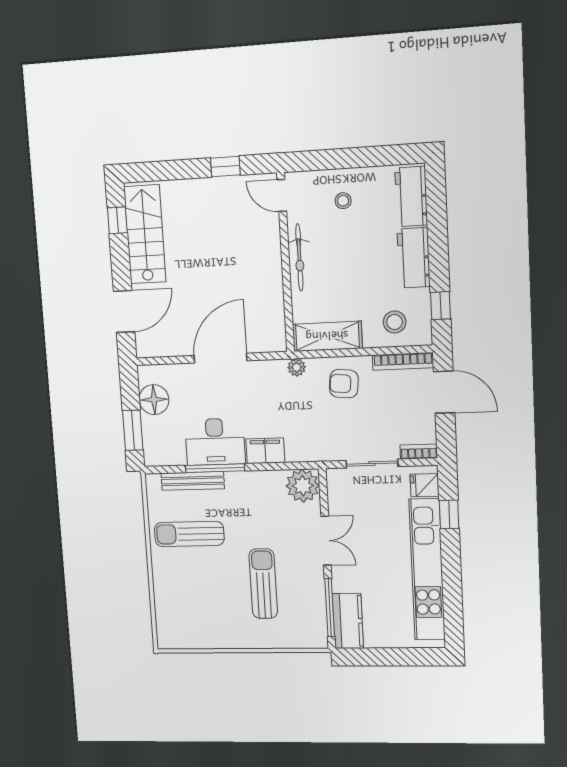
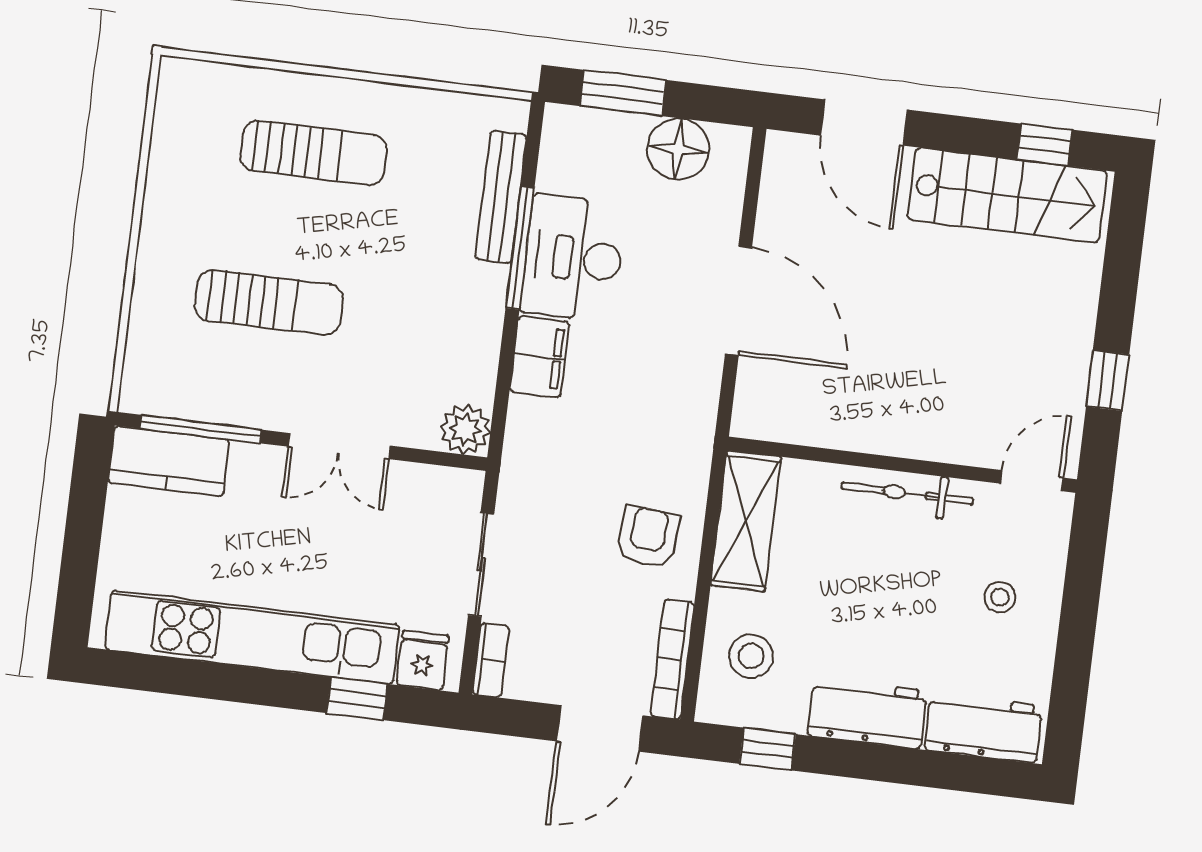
plant: (297, 367) -> (695, 449), removed
plant: (303, 486) -> (465, 429), width x0.73, depth x0.73
sun lounger: (189, 534) -> (313, 153), moved, turned 90

